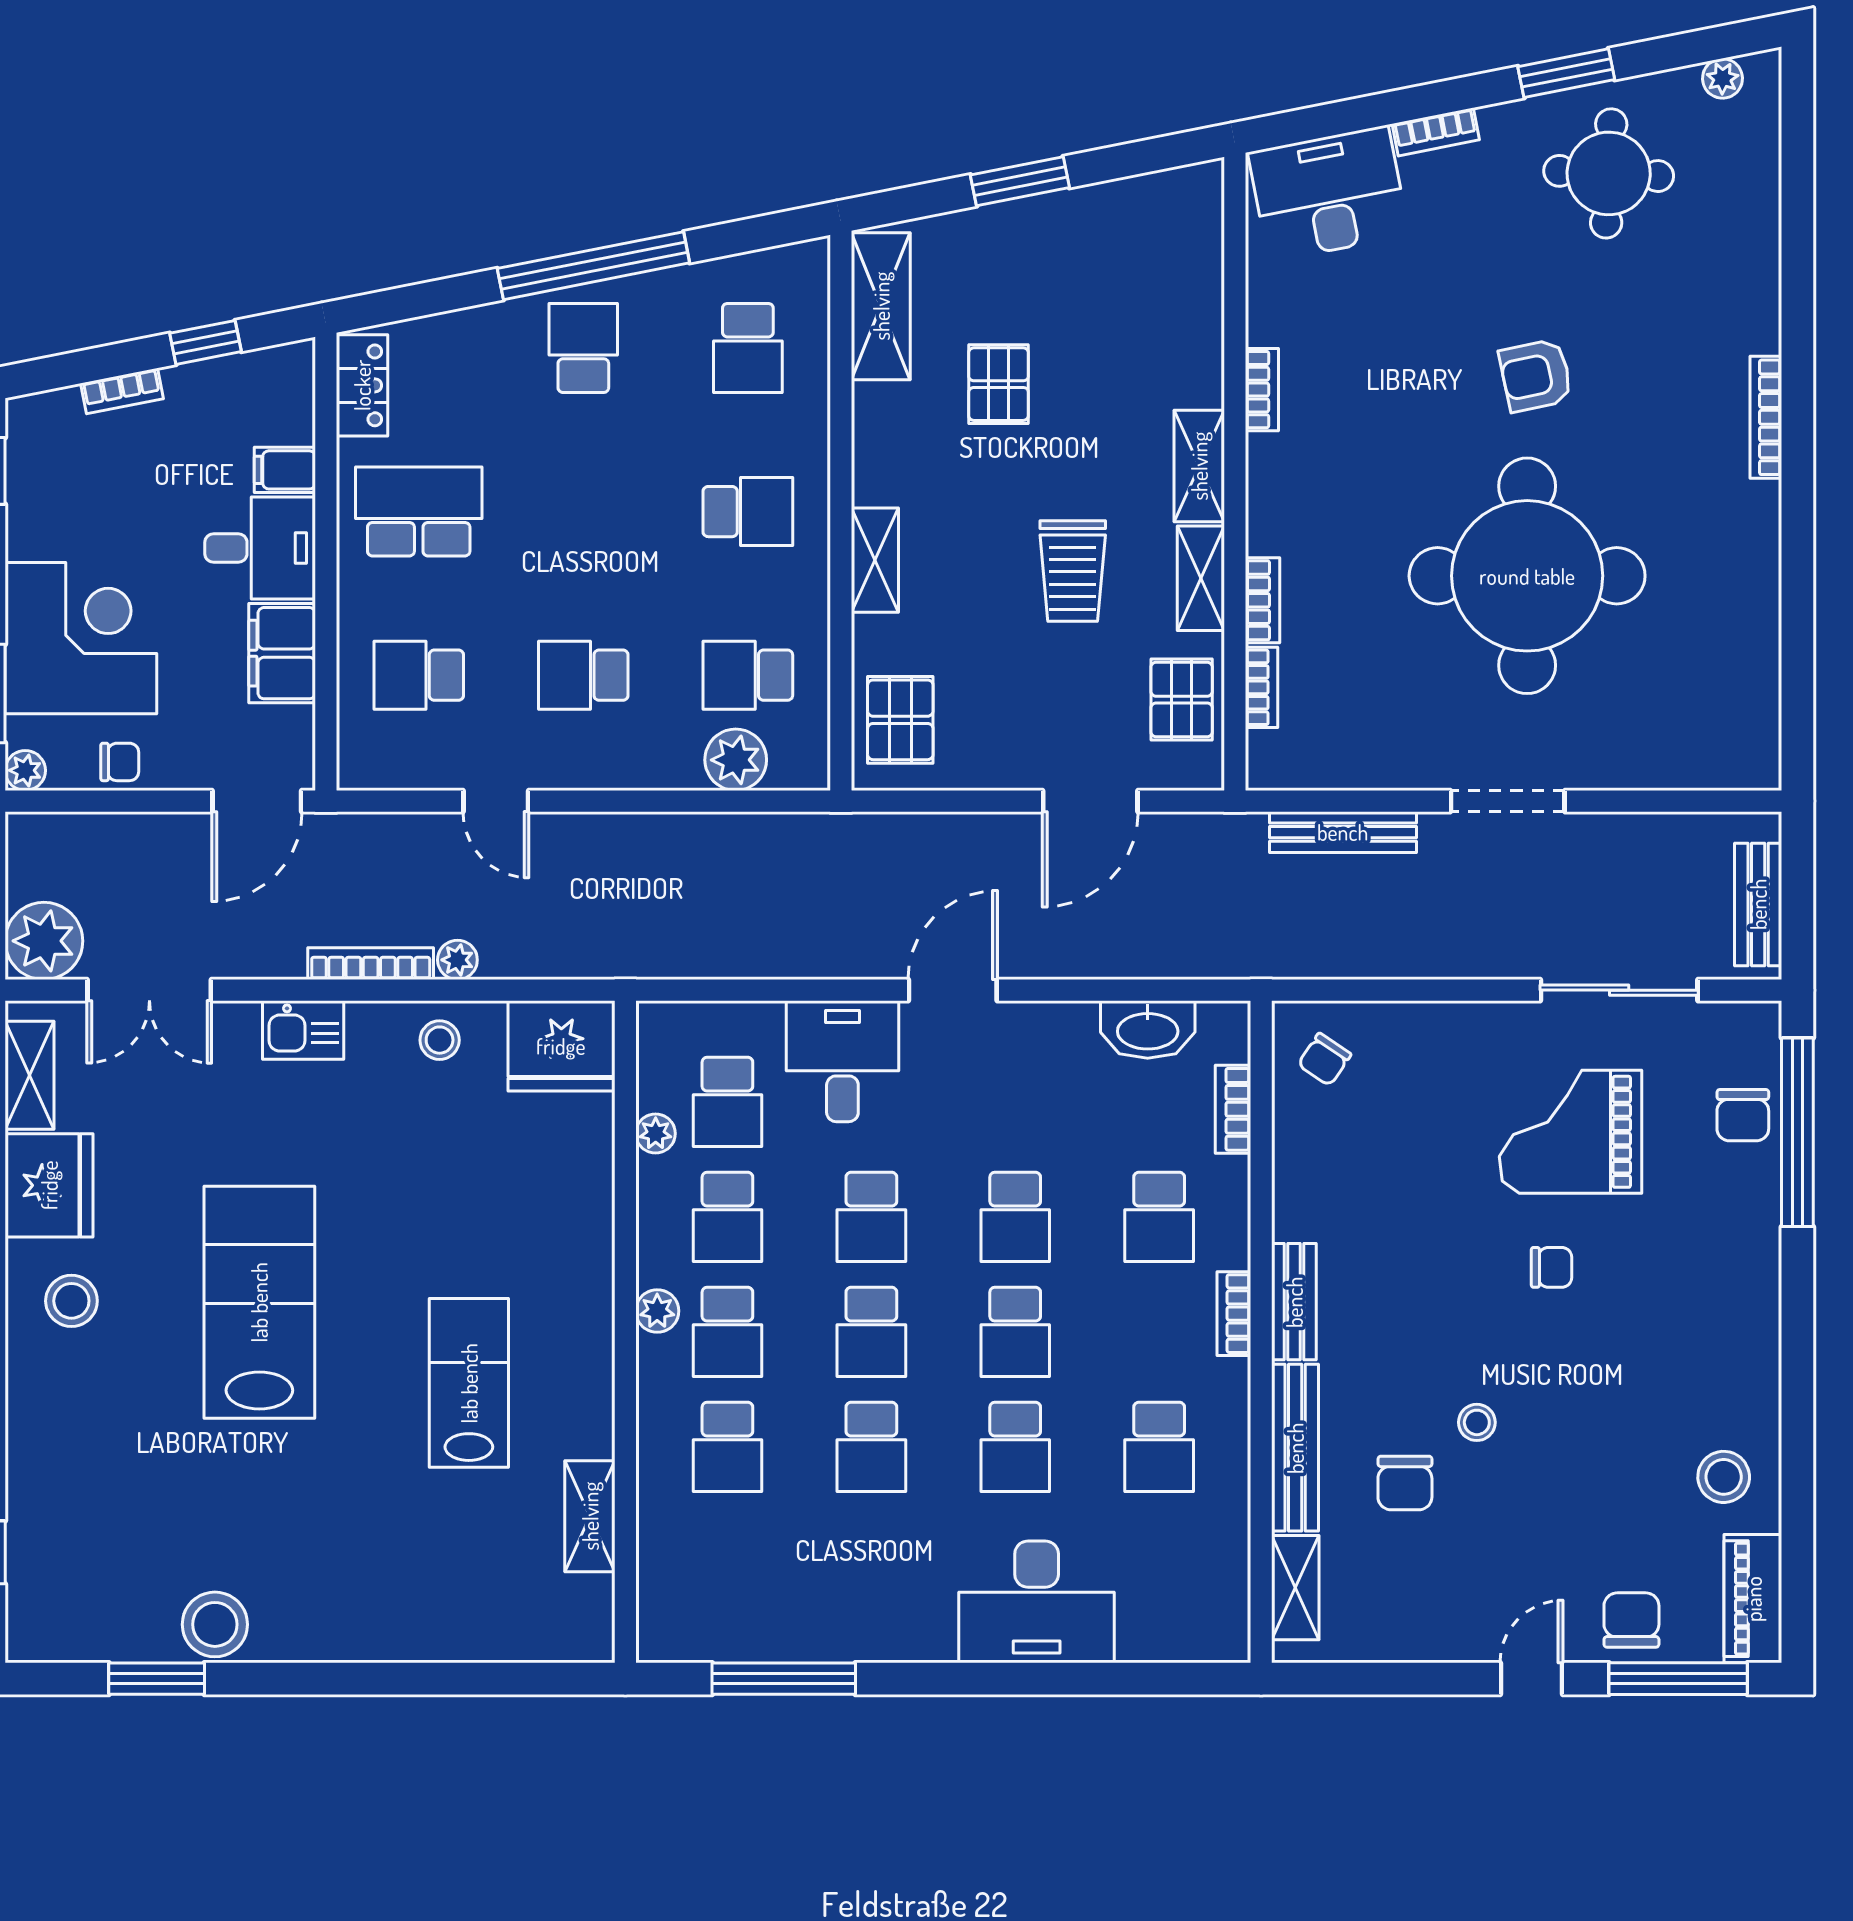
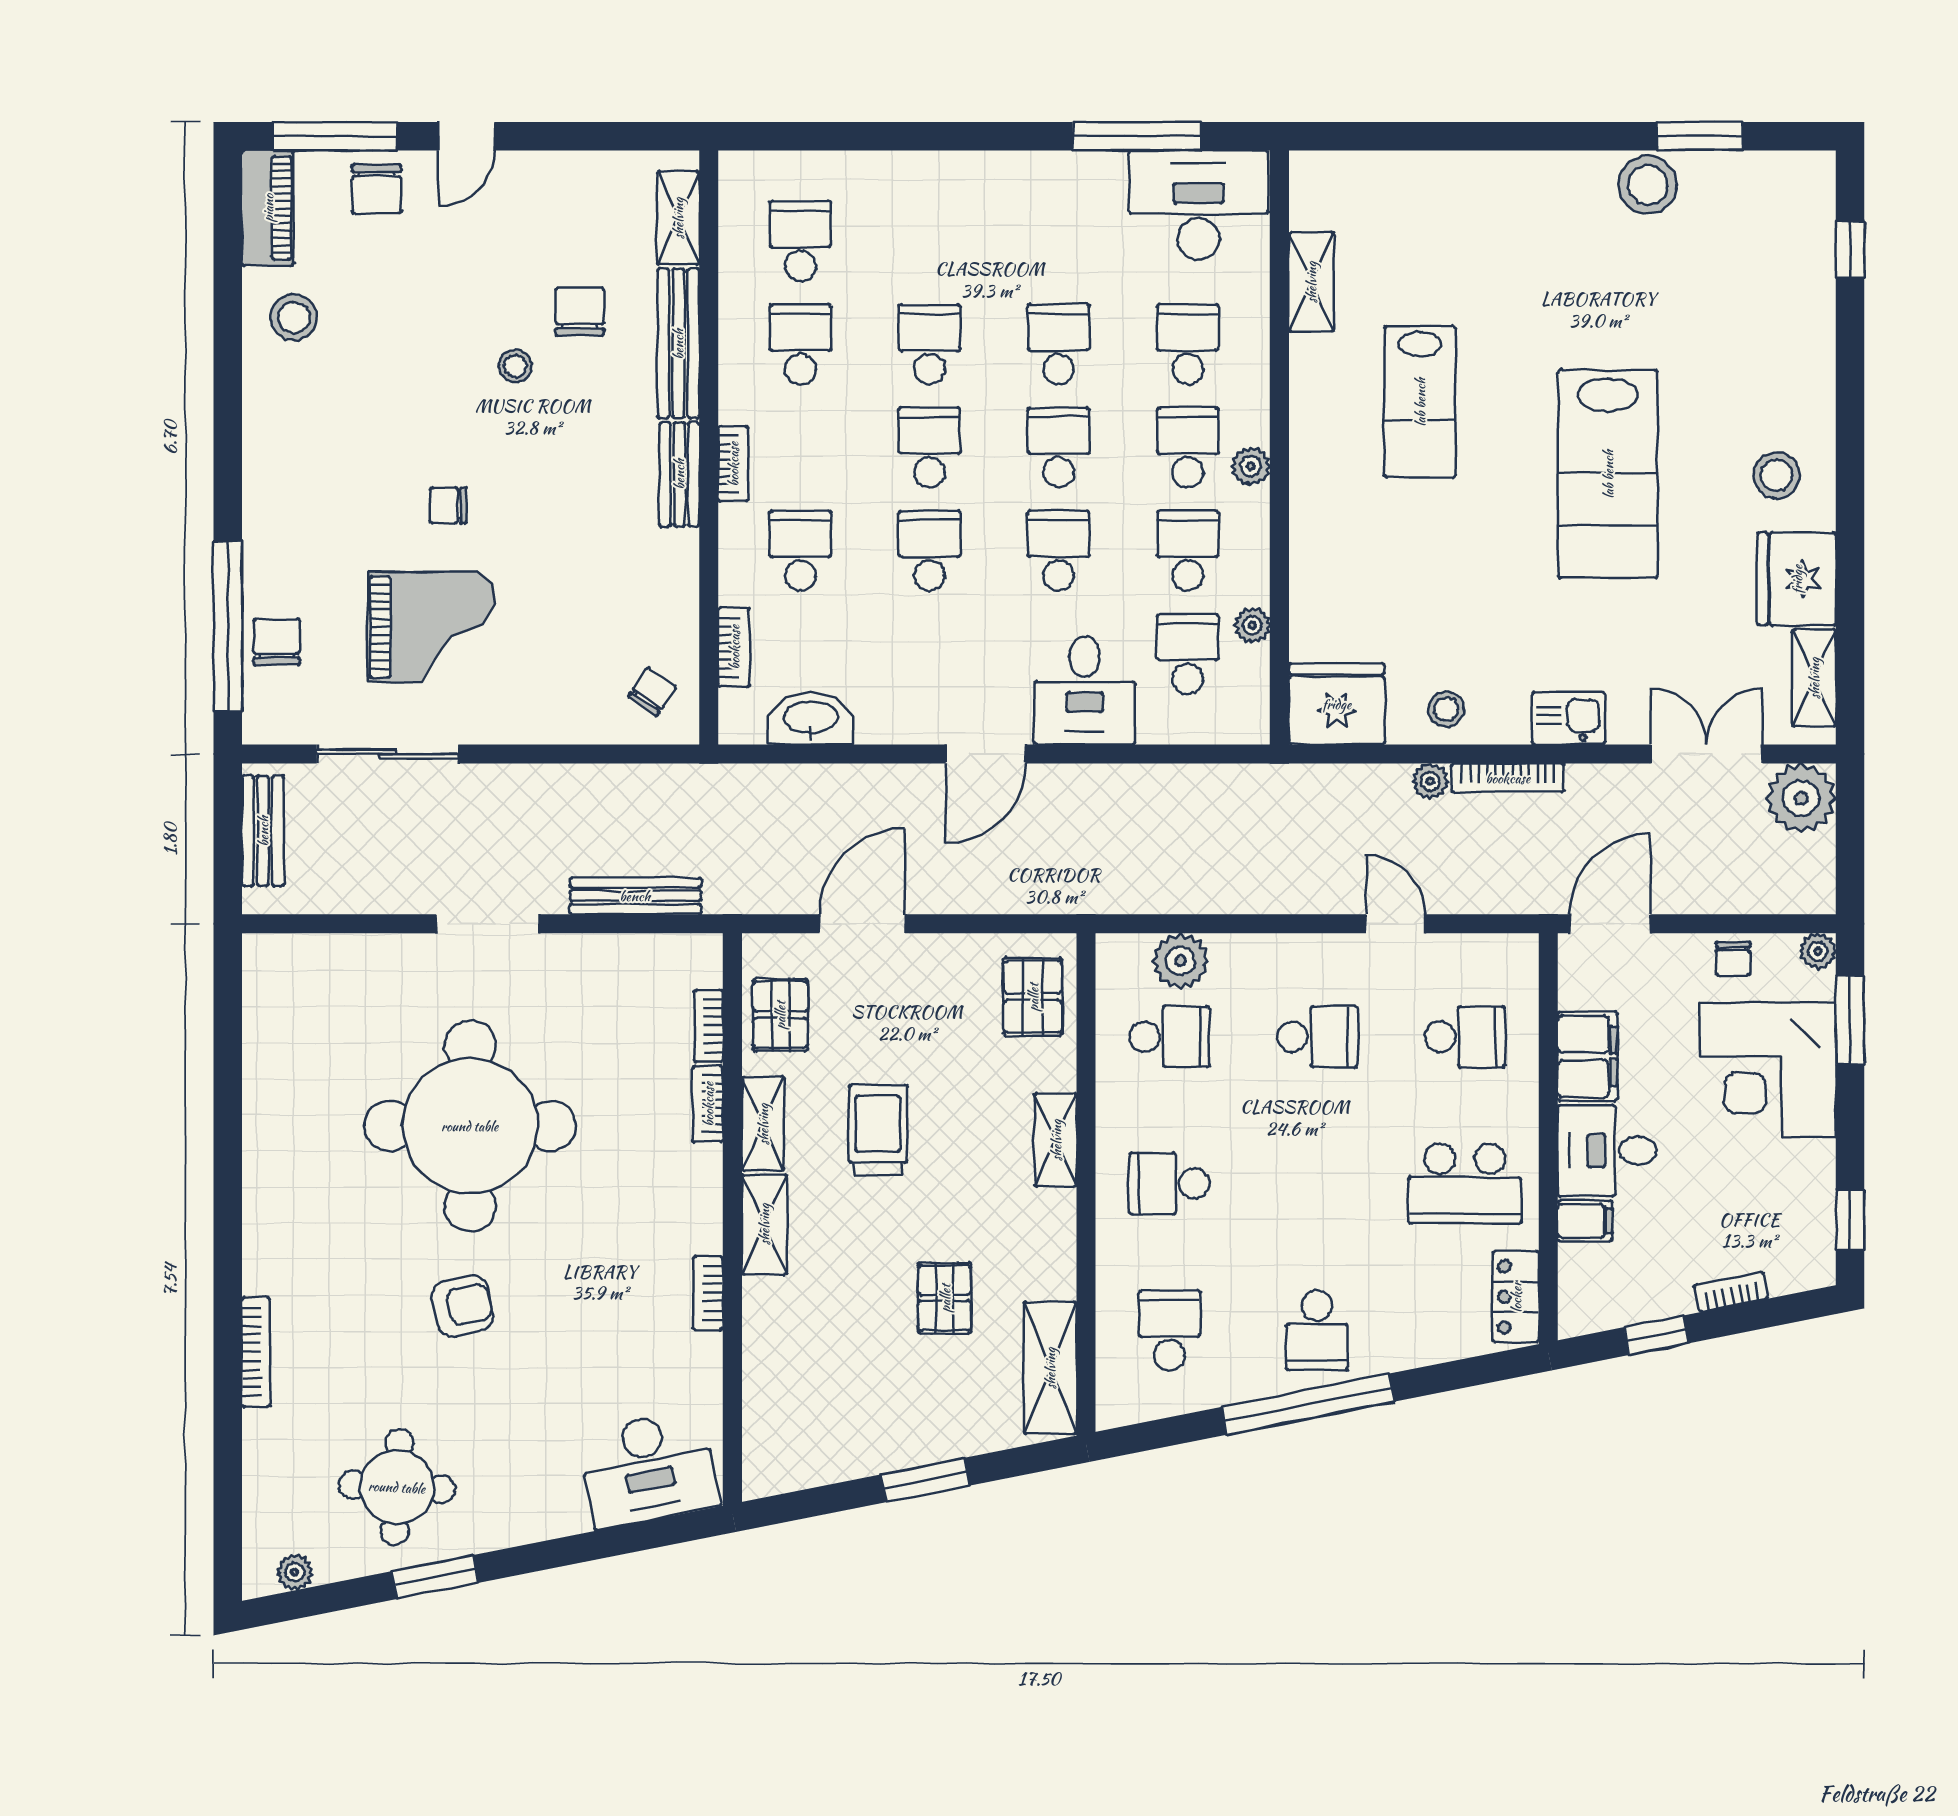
bookcase: (1436, 132) -> (552, 1524), removed
bookcase: (1766, 417) -> (256, 1352), moved
chair: (120, 762) -> (1733, 959), turned -90
school desk: (1159, 1562) -> (800, 241), added
desk: (1037, 1602) -> (1198, 205), moved

